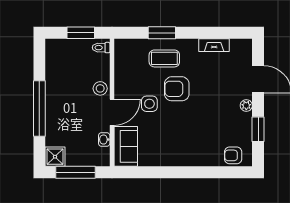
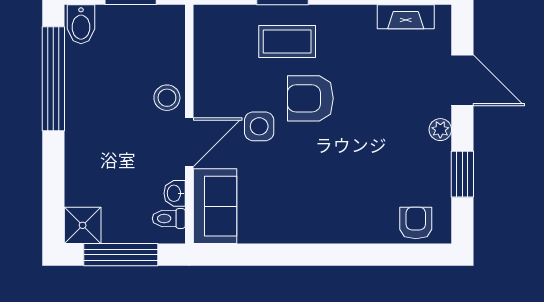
fireplace: (214, 45) -> (406, 17), moved
toilet: (101, 48) -> (169, 218), moved
bidet: (54, 49) -> (81, 24), added
window: (39, 108) -> (53, 79), moved
armchair: (233, 155) -> (416, 223), turned 90

